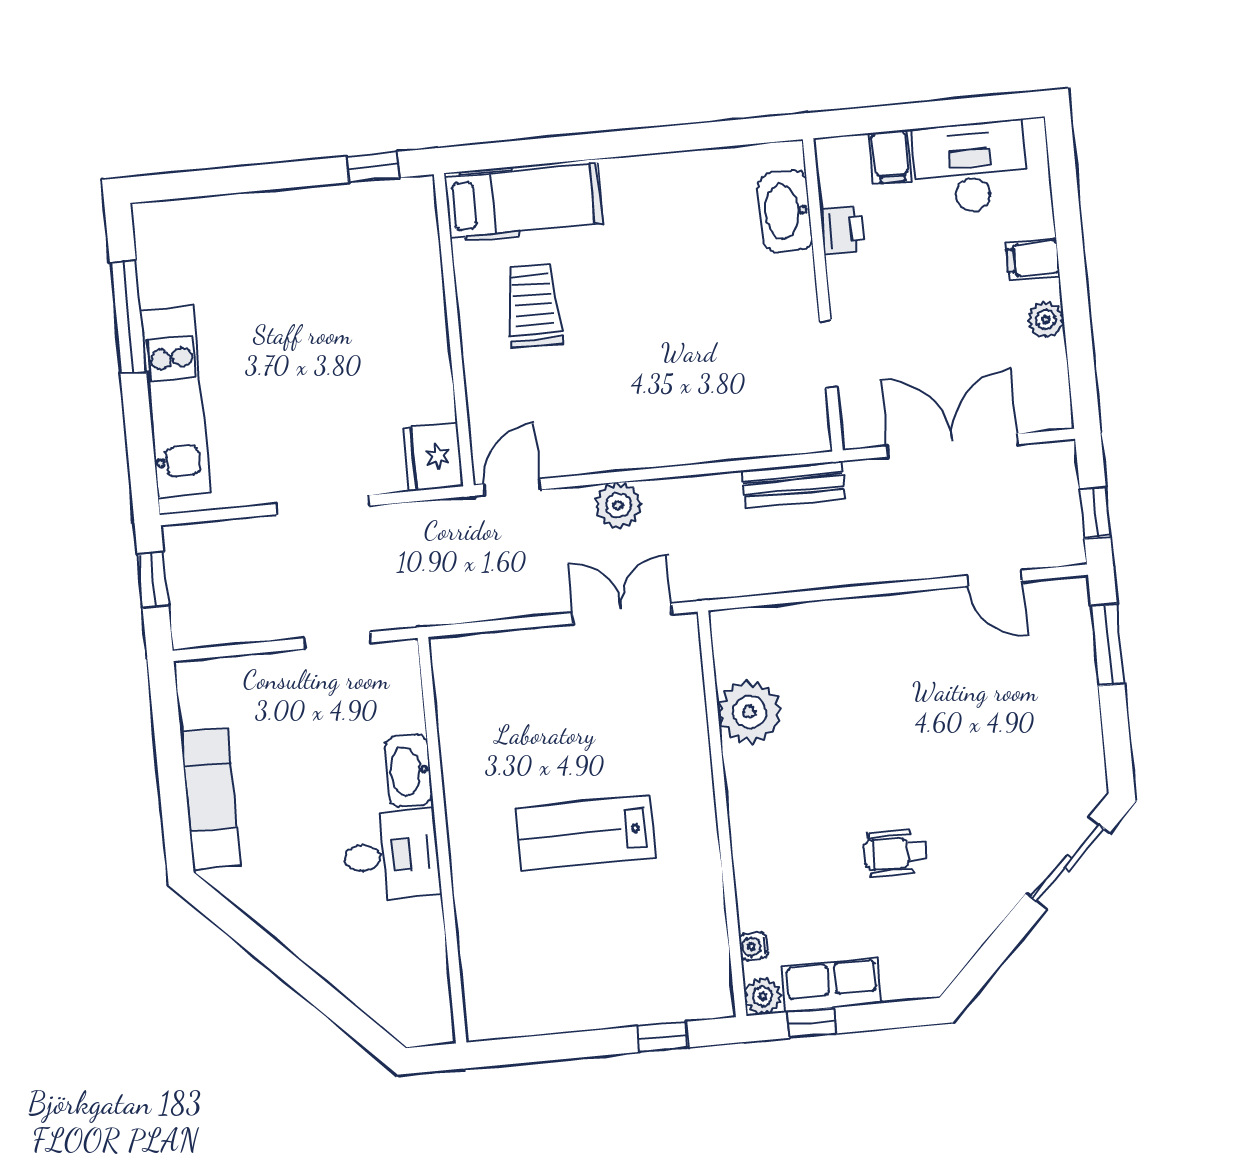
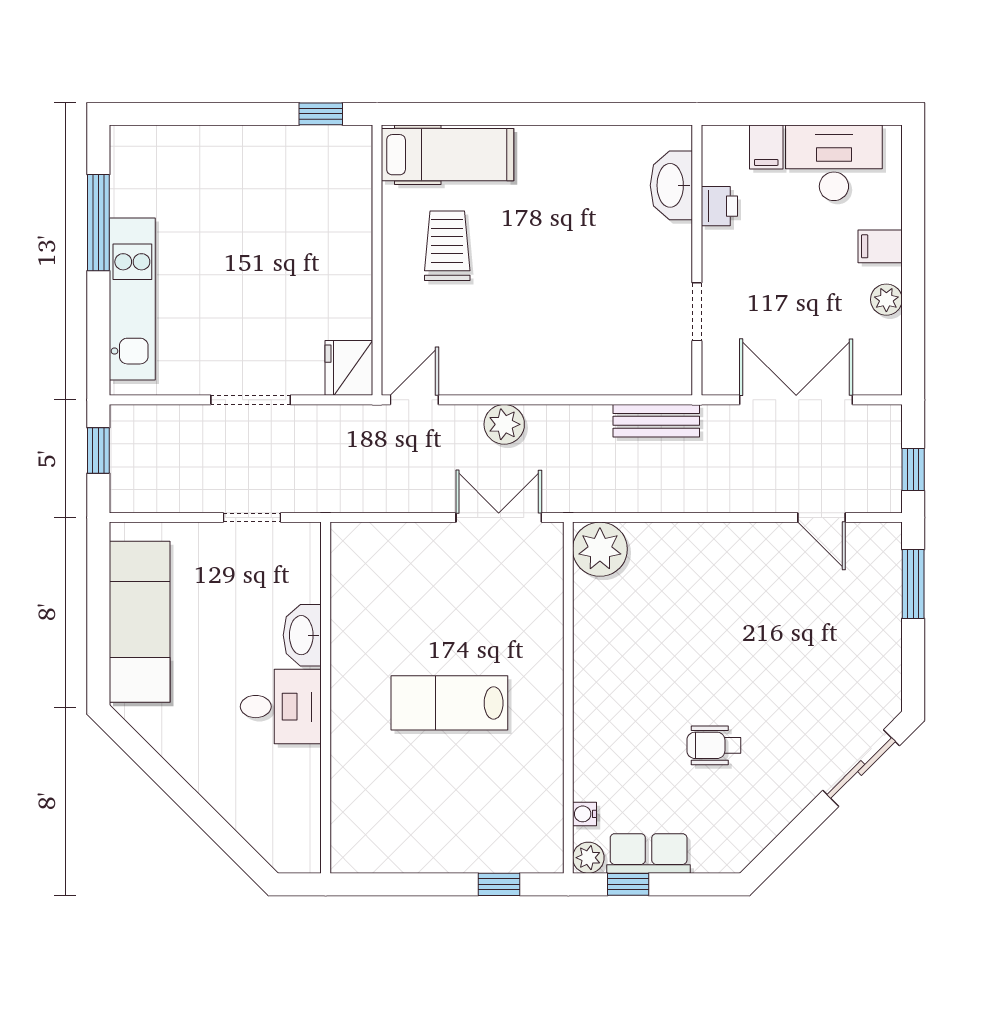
plant: (749, 712) -> (600, 549), moved
exam couch: (211, 799) -> (140, 622), width x1.36, depth x1.45

